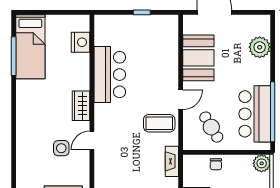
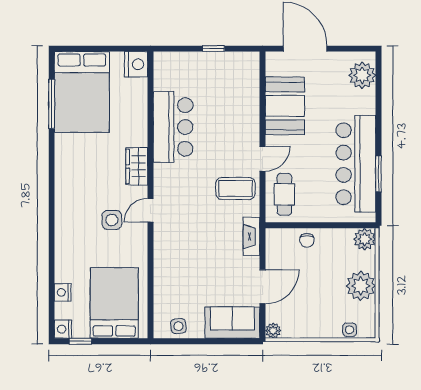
nightstand: (81, 42) -> (136, 64), moved
bed: (30, 47) -> (82, 92), width x1.50
plant: (260, 47) -> (362, 75), moved
window: (273, 112) -> (378, 174), width x0.47
bar counter: (255, 114) -> (356, 164), width x1.36
cafe table: (211, 127) -> (284, 194), moved, turned 31

